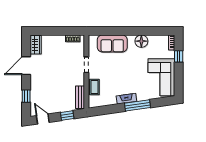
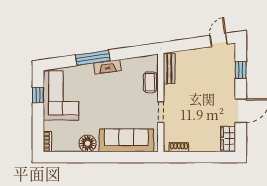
sofa: (112, 43) -> (126, 140), width x1.36
window: (179, 56) -> (38, 95), moved
window: (67, 115) -> (186, 44), removed
door: (43, 119) -> (219, 40), swing flipped

